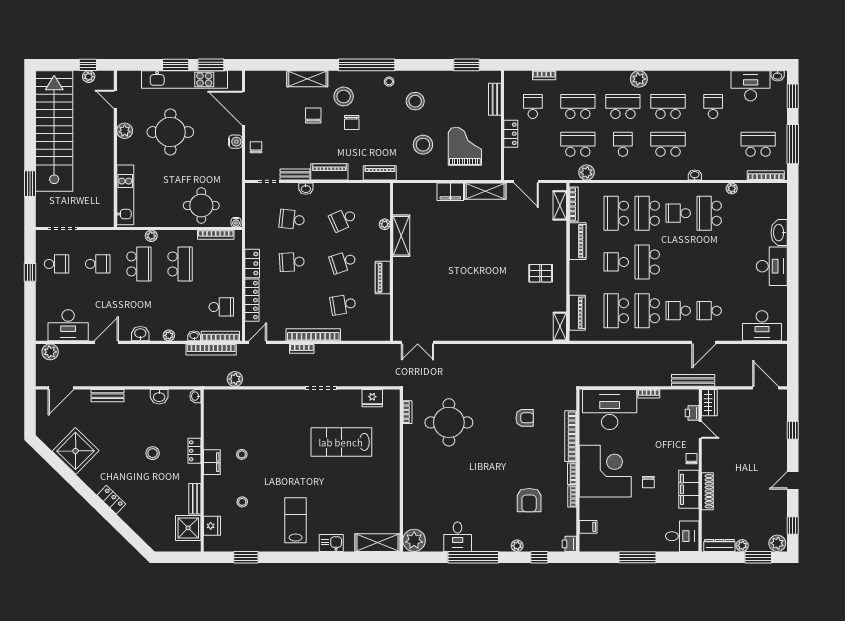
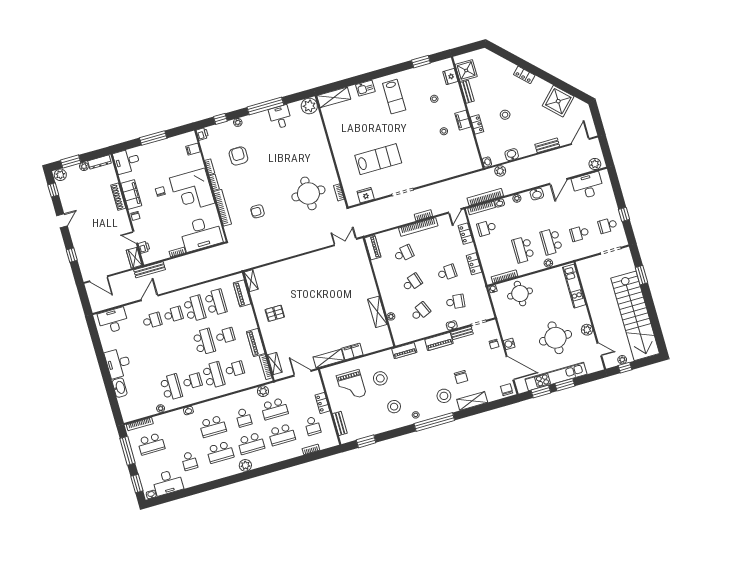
chair: (352, 122) -> (507, 390), moved
school desk: (616, 213) -> (235, 369), width x0.54
piano: (383, 278) -> (373, 247), moved
locker: (252, 300) -> (466, 234), width x0.66
plant: (235, 379) -> (500, 171), moved

